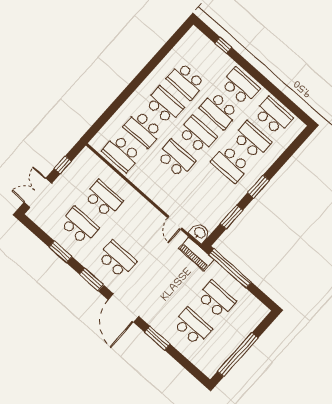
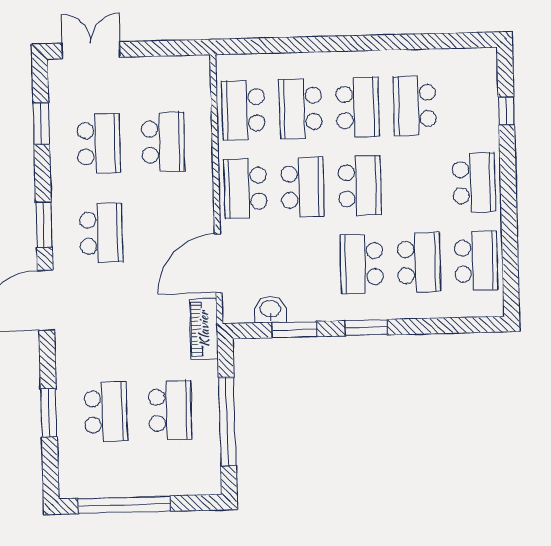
school desk: (219, 110) -> (245, 188), moved
window: (63, 165) -> (157, 48), removed
door: (175, 223) -> (218, 263), width x1.88
washbasin: (200, 233) -> (270, 309), moved, turned -90
window: (60, 252) -> (41, 124), moved
window: (230, 268) -> (227, 421), moved
window: (157, 338) -> (49, 413), moved

